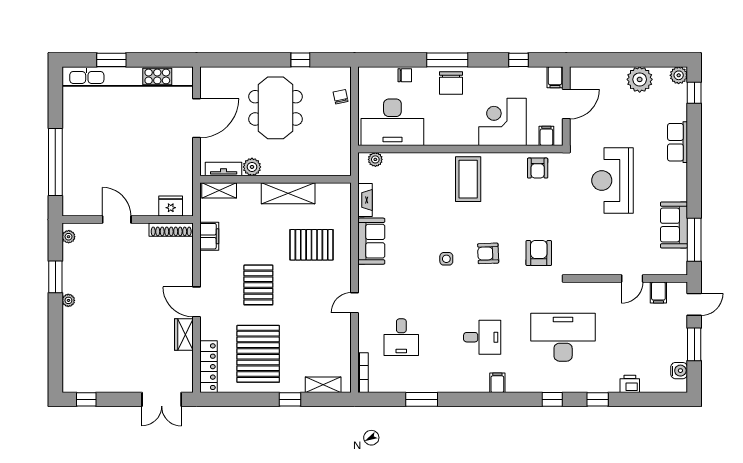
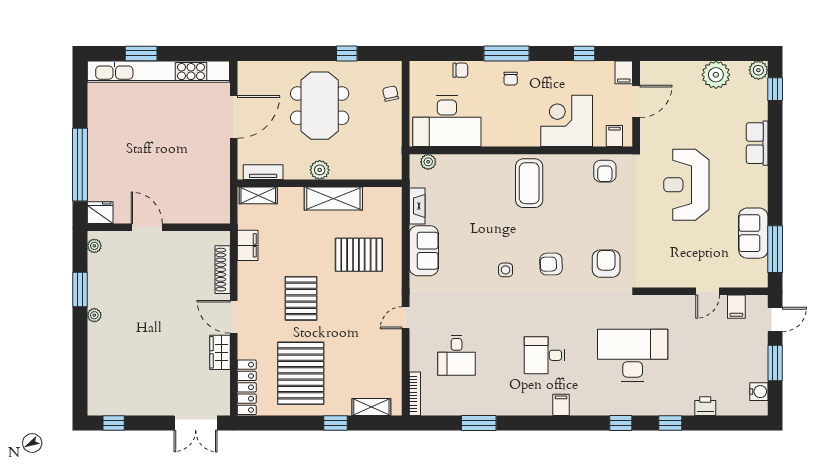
chair: (451, 83) -> (511, 79), width x0.54, depth x0.54
plant: (252, 167) -> (320, 170), moved
fridge: (171, 206) -> (100, 213), moved
shoe rack: (171, 230) -> (223, 270), moved, turned 90
desk: (482, 337) -> (545, 355), turned 180

